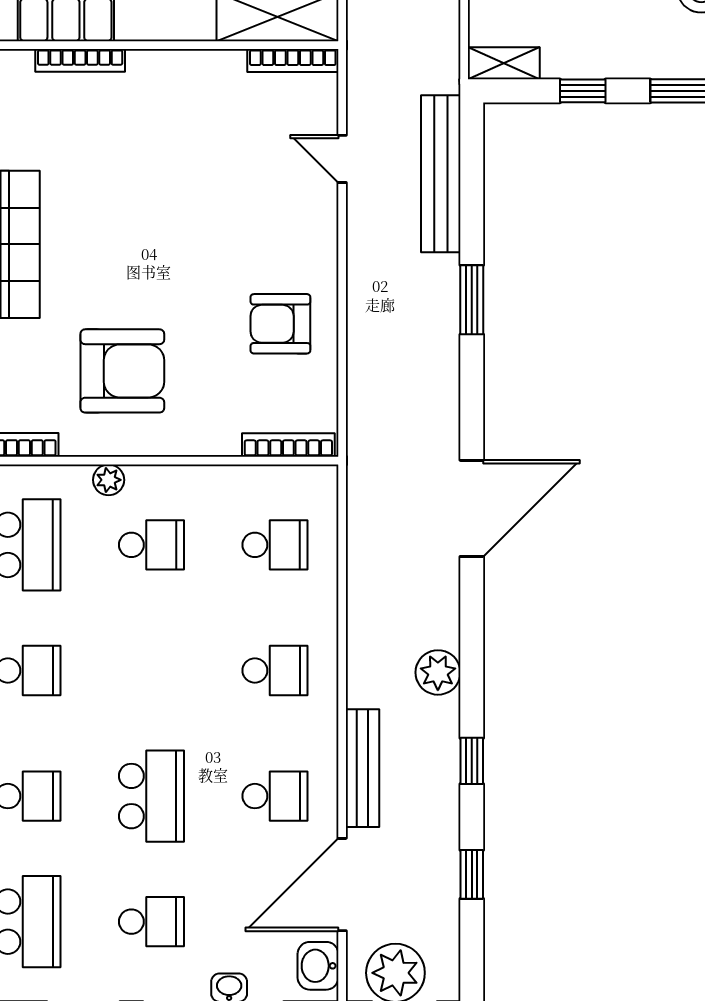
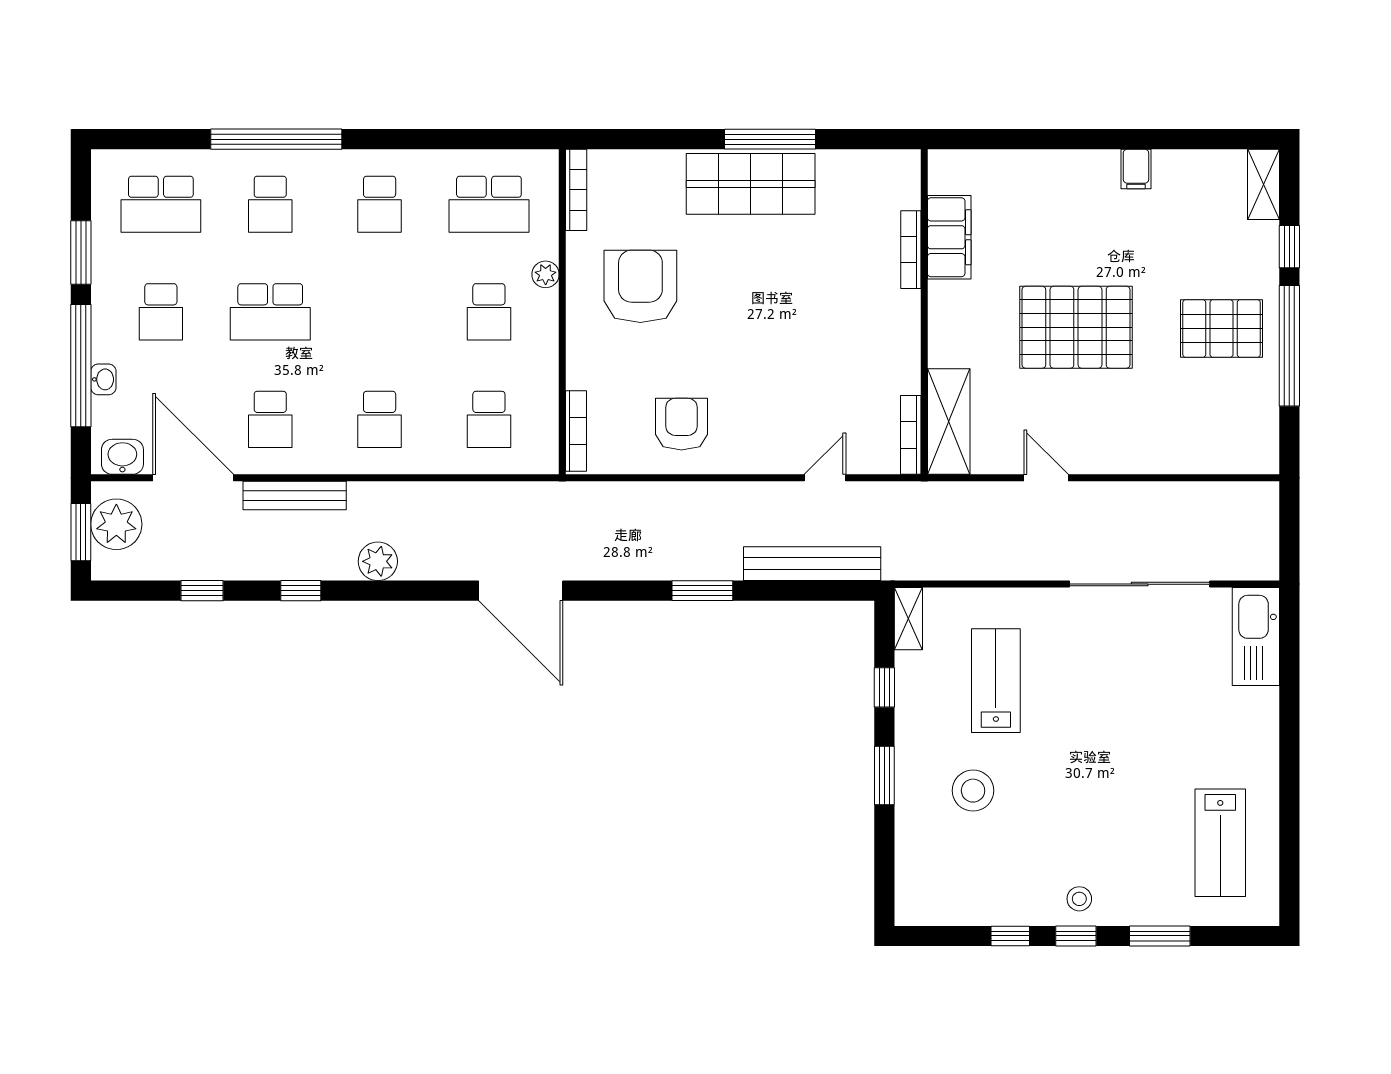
armchair: (122, 371) -> (640, 286), turned 180

